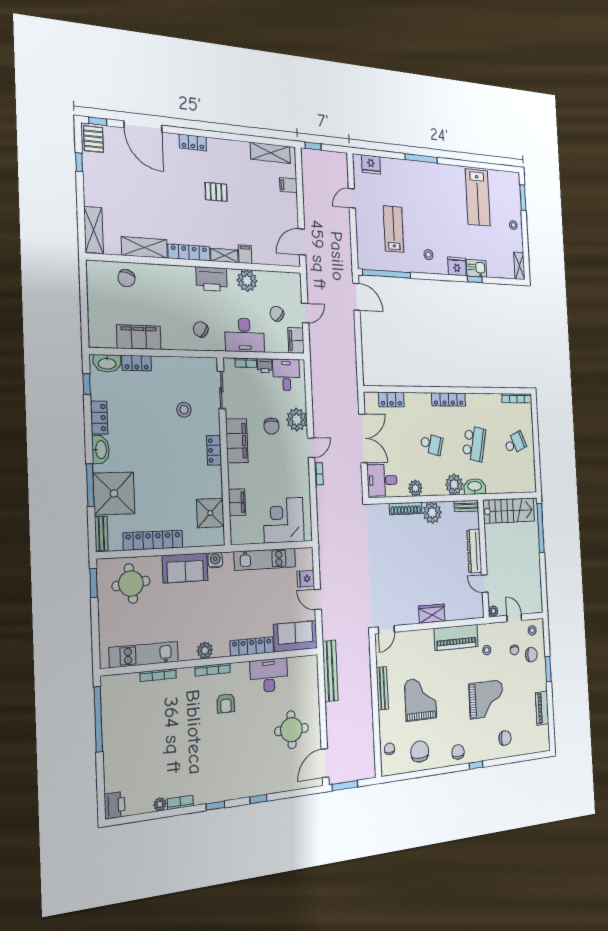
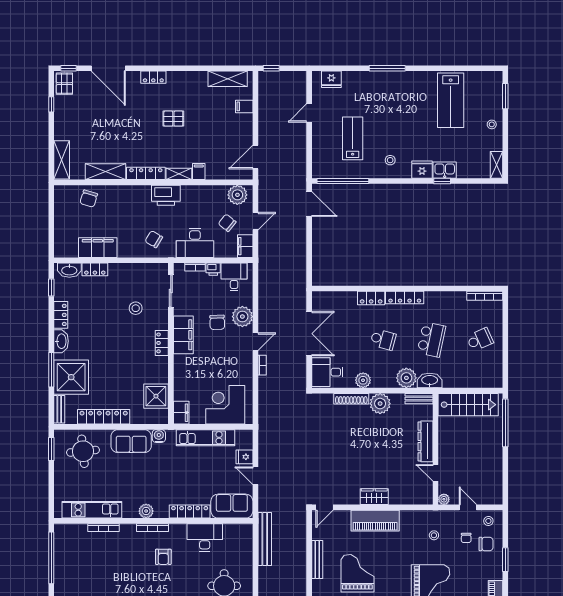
plant: (247, 281) -> (237, 195), moved
locker: (391, 400) -> (371, 298), moved
filing cabinet: (237, 502) -> (181, 413), moved
piano: (456, 637) -> (375, 521), moved

